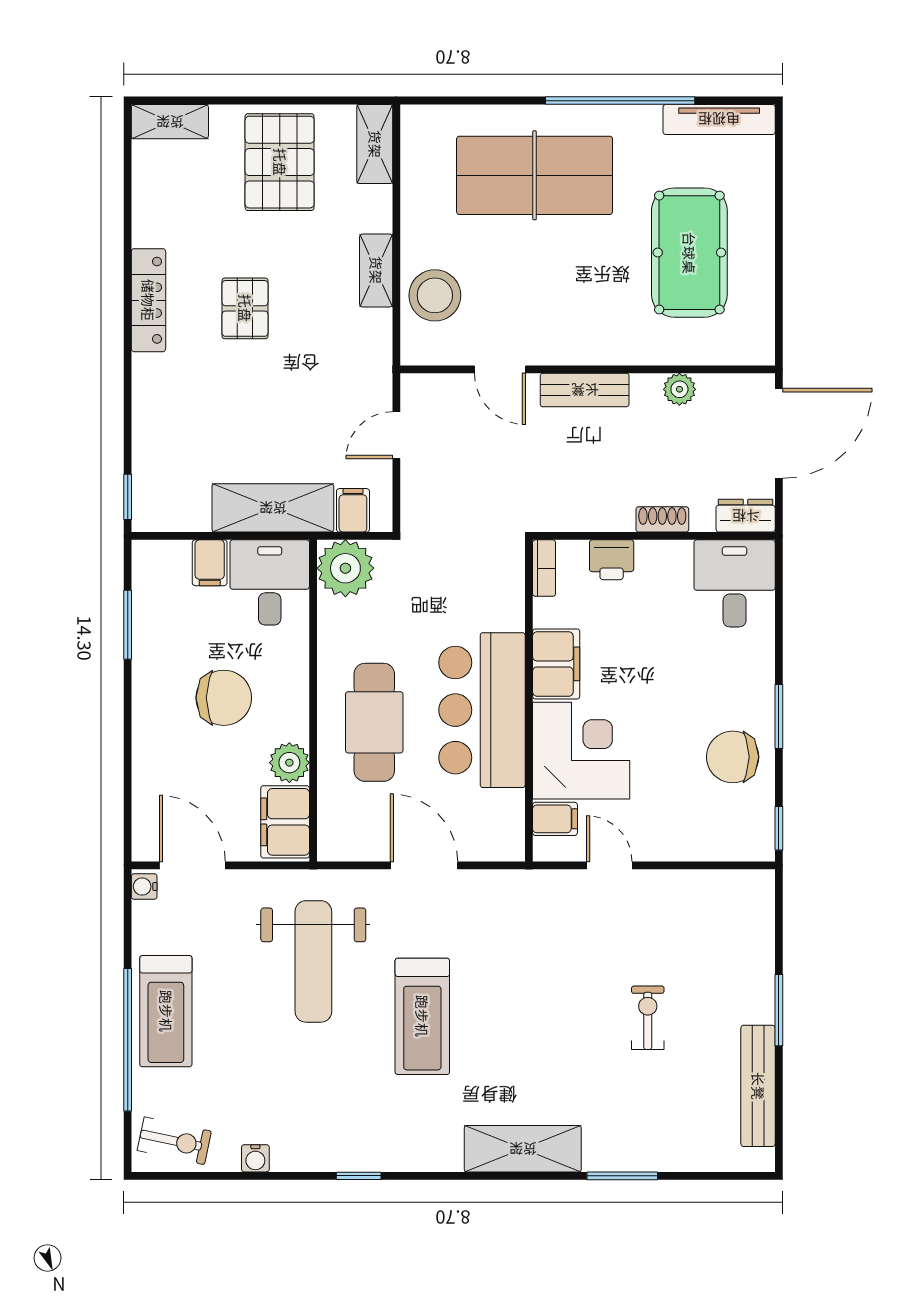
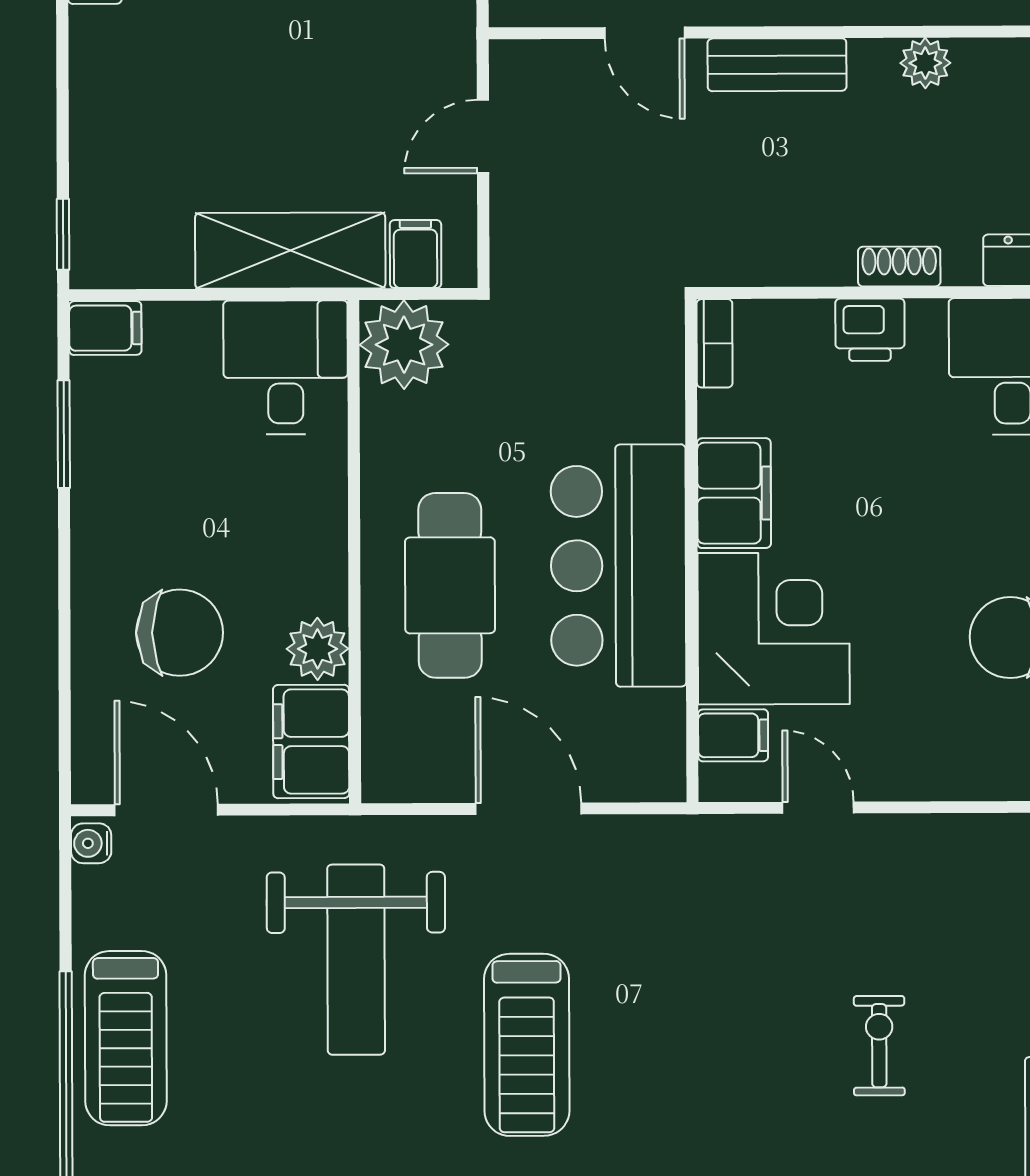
printer: (612, 560) -> (870, 330), moved
filing cabinet: (210, 563) -> (105, 328), moved, turned -90
chair: (224, 698) -> (180, 633), moved

